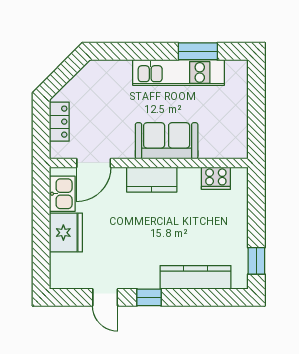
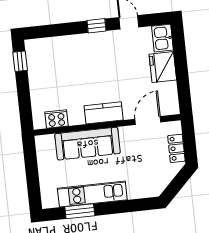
sofa: (167, 141) -> (88, 144), width x1.36
kitchen sink: (62, 194) -> (162, 38), moved
kitchen counter: (195, 277) -> (64, 44), removed

